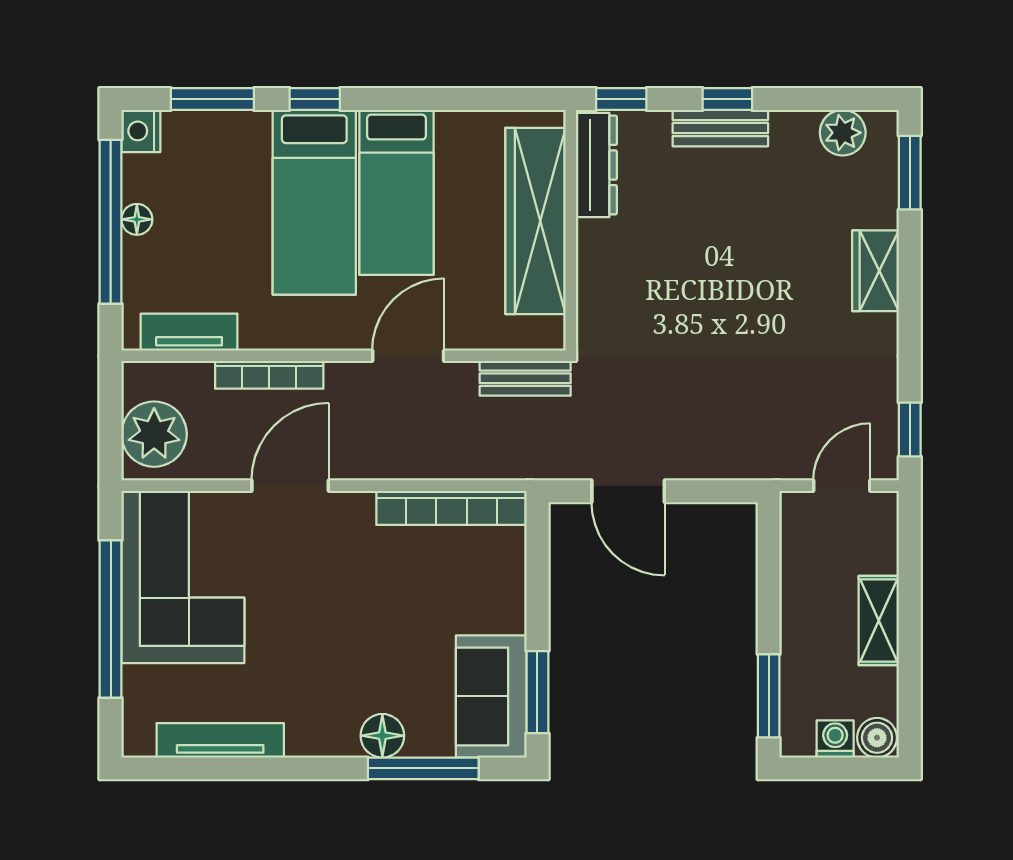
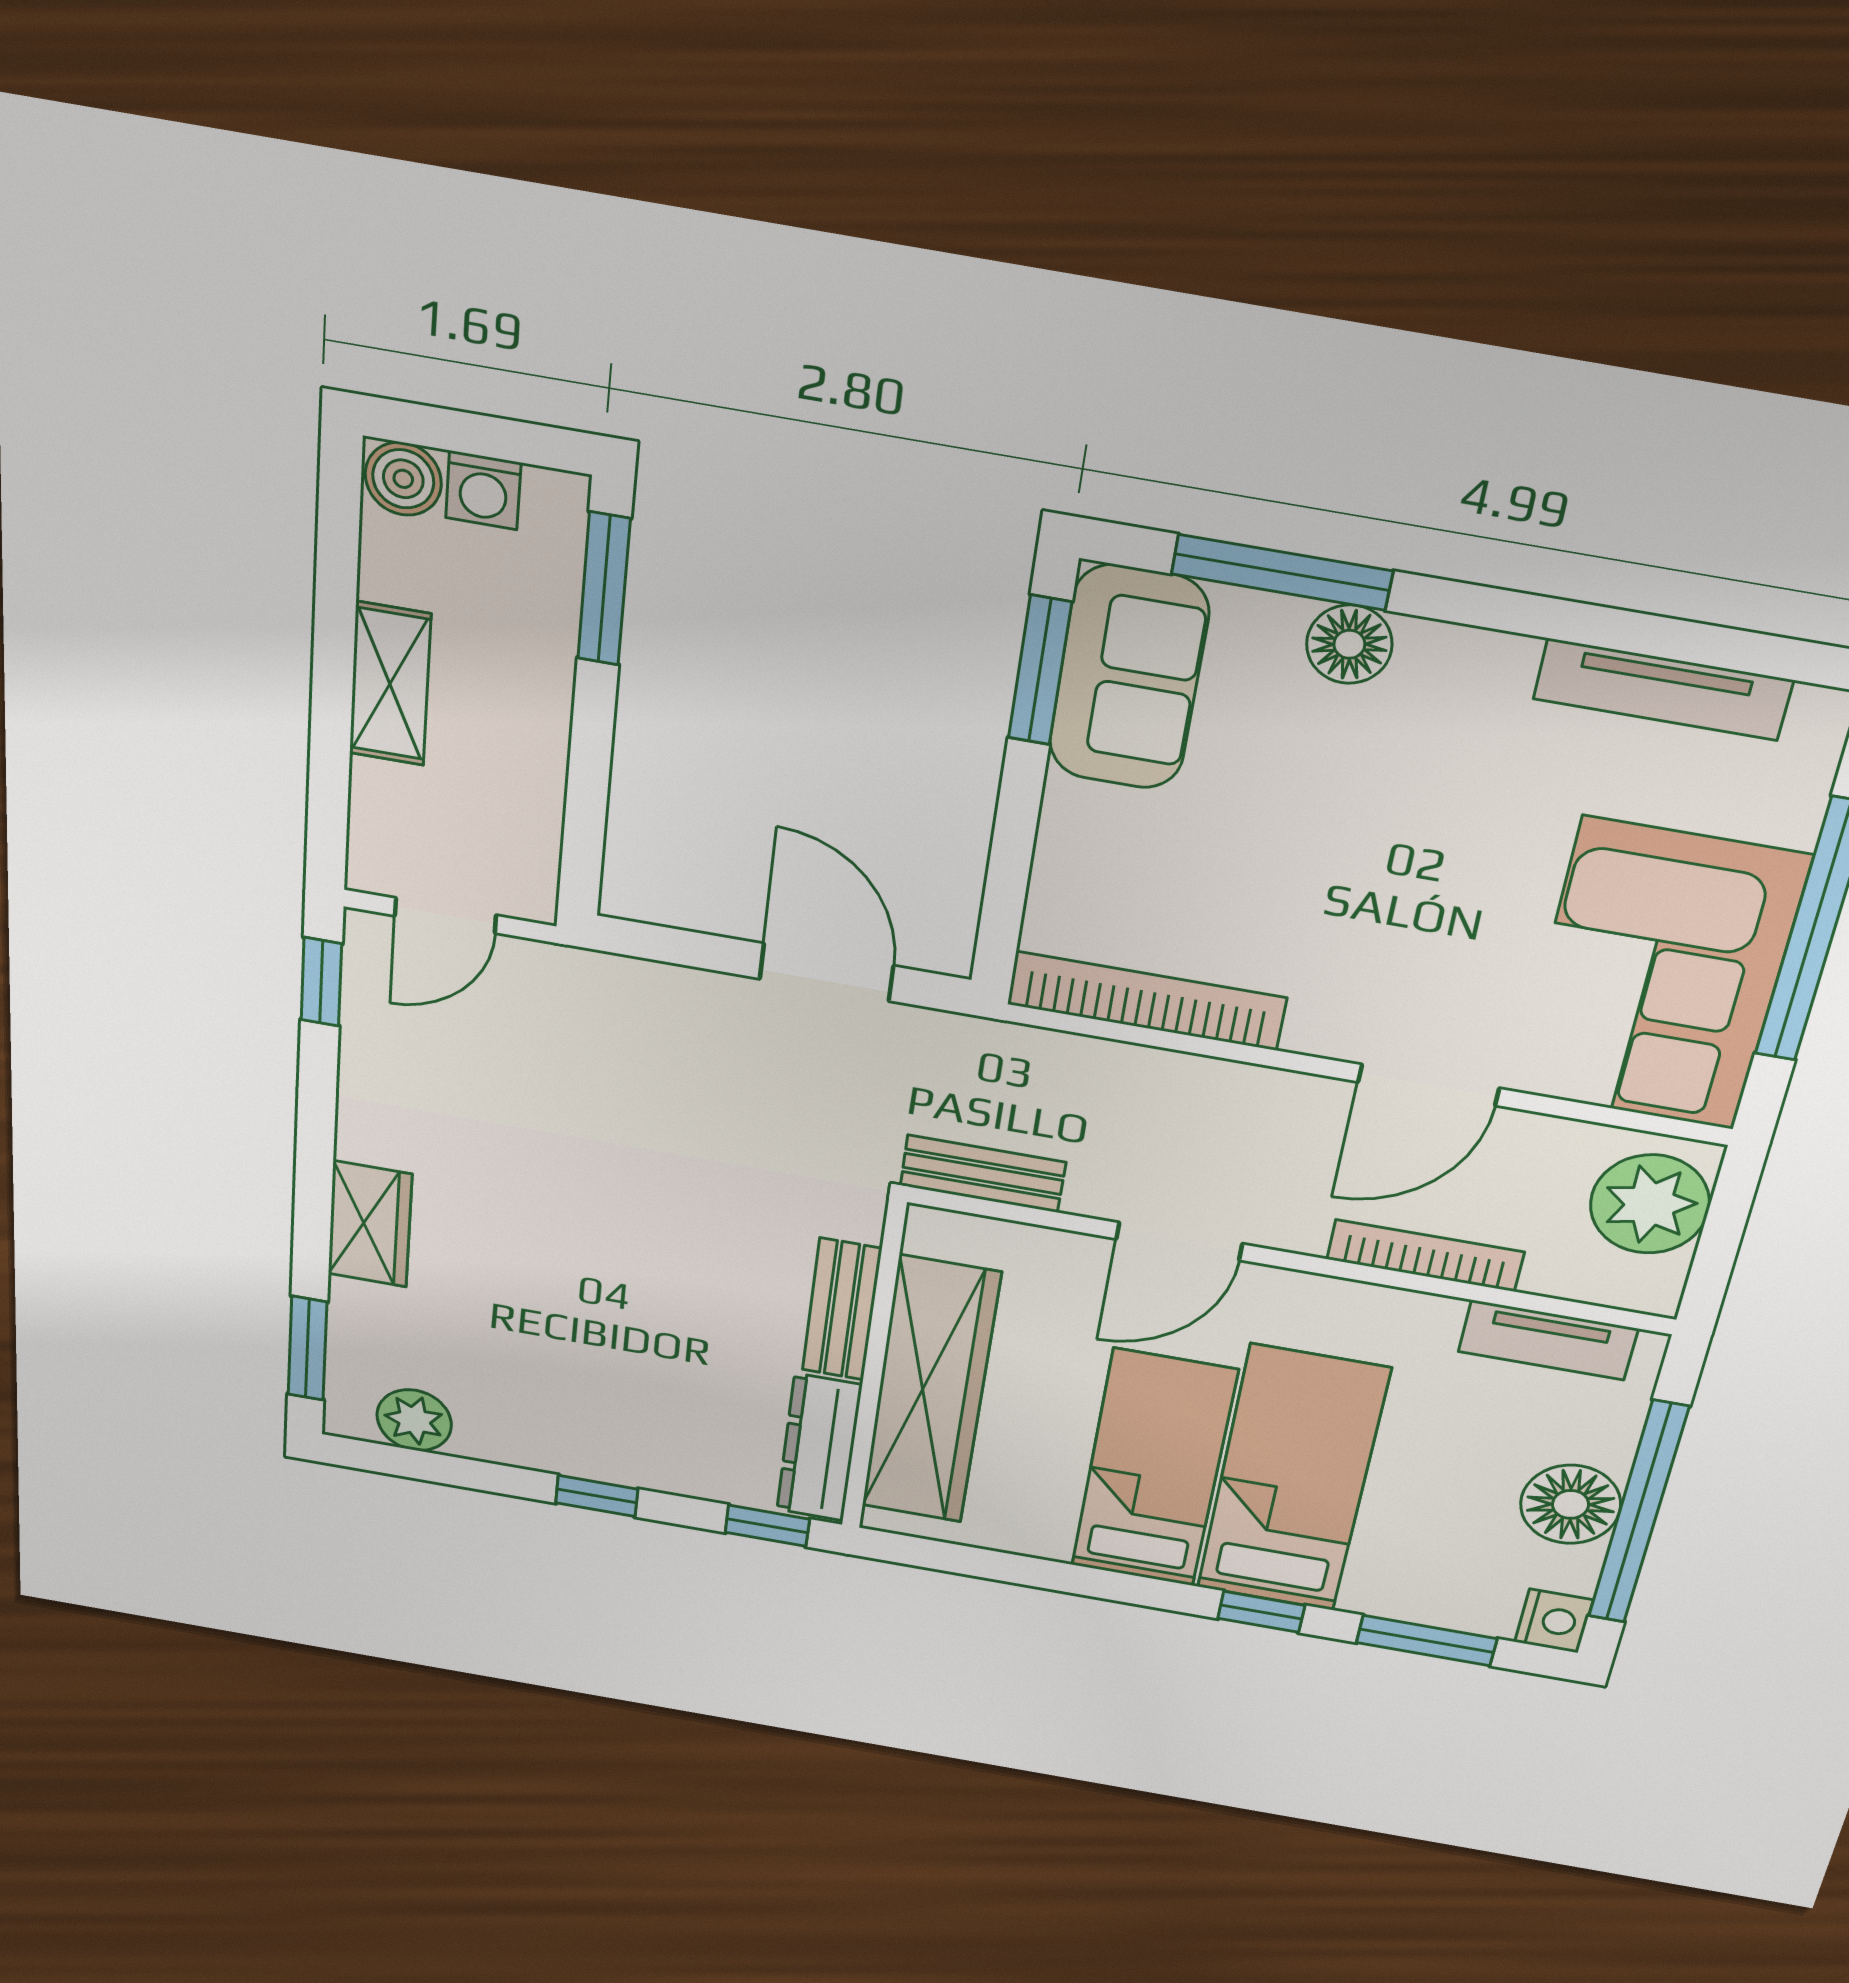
bench: (720, 128) -> (842, 1309), moved, turned 90
floor lamp: (137, 219) -> (1571, 1504), width x1.89, depth x1.89

